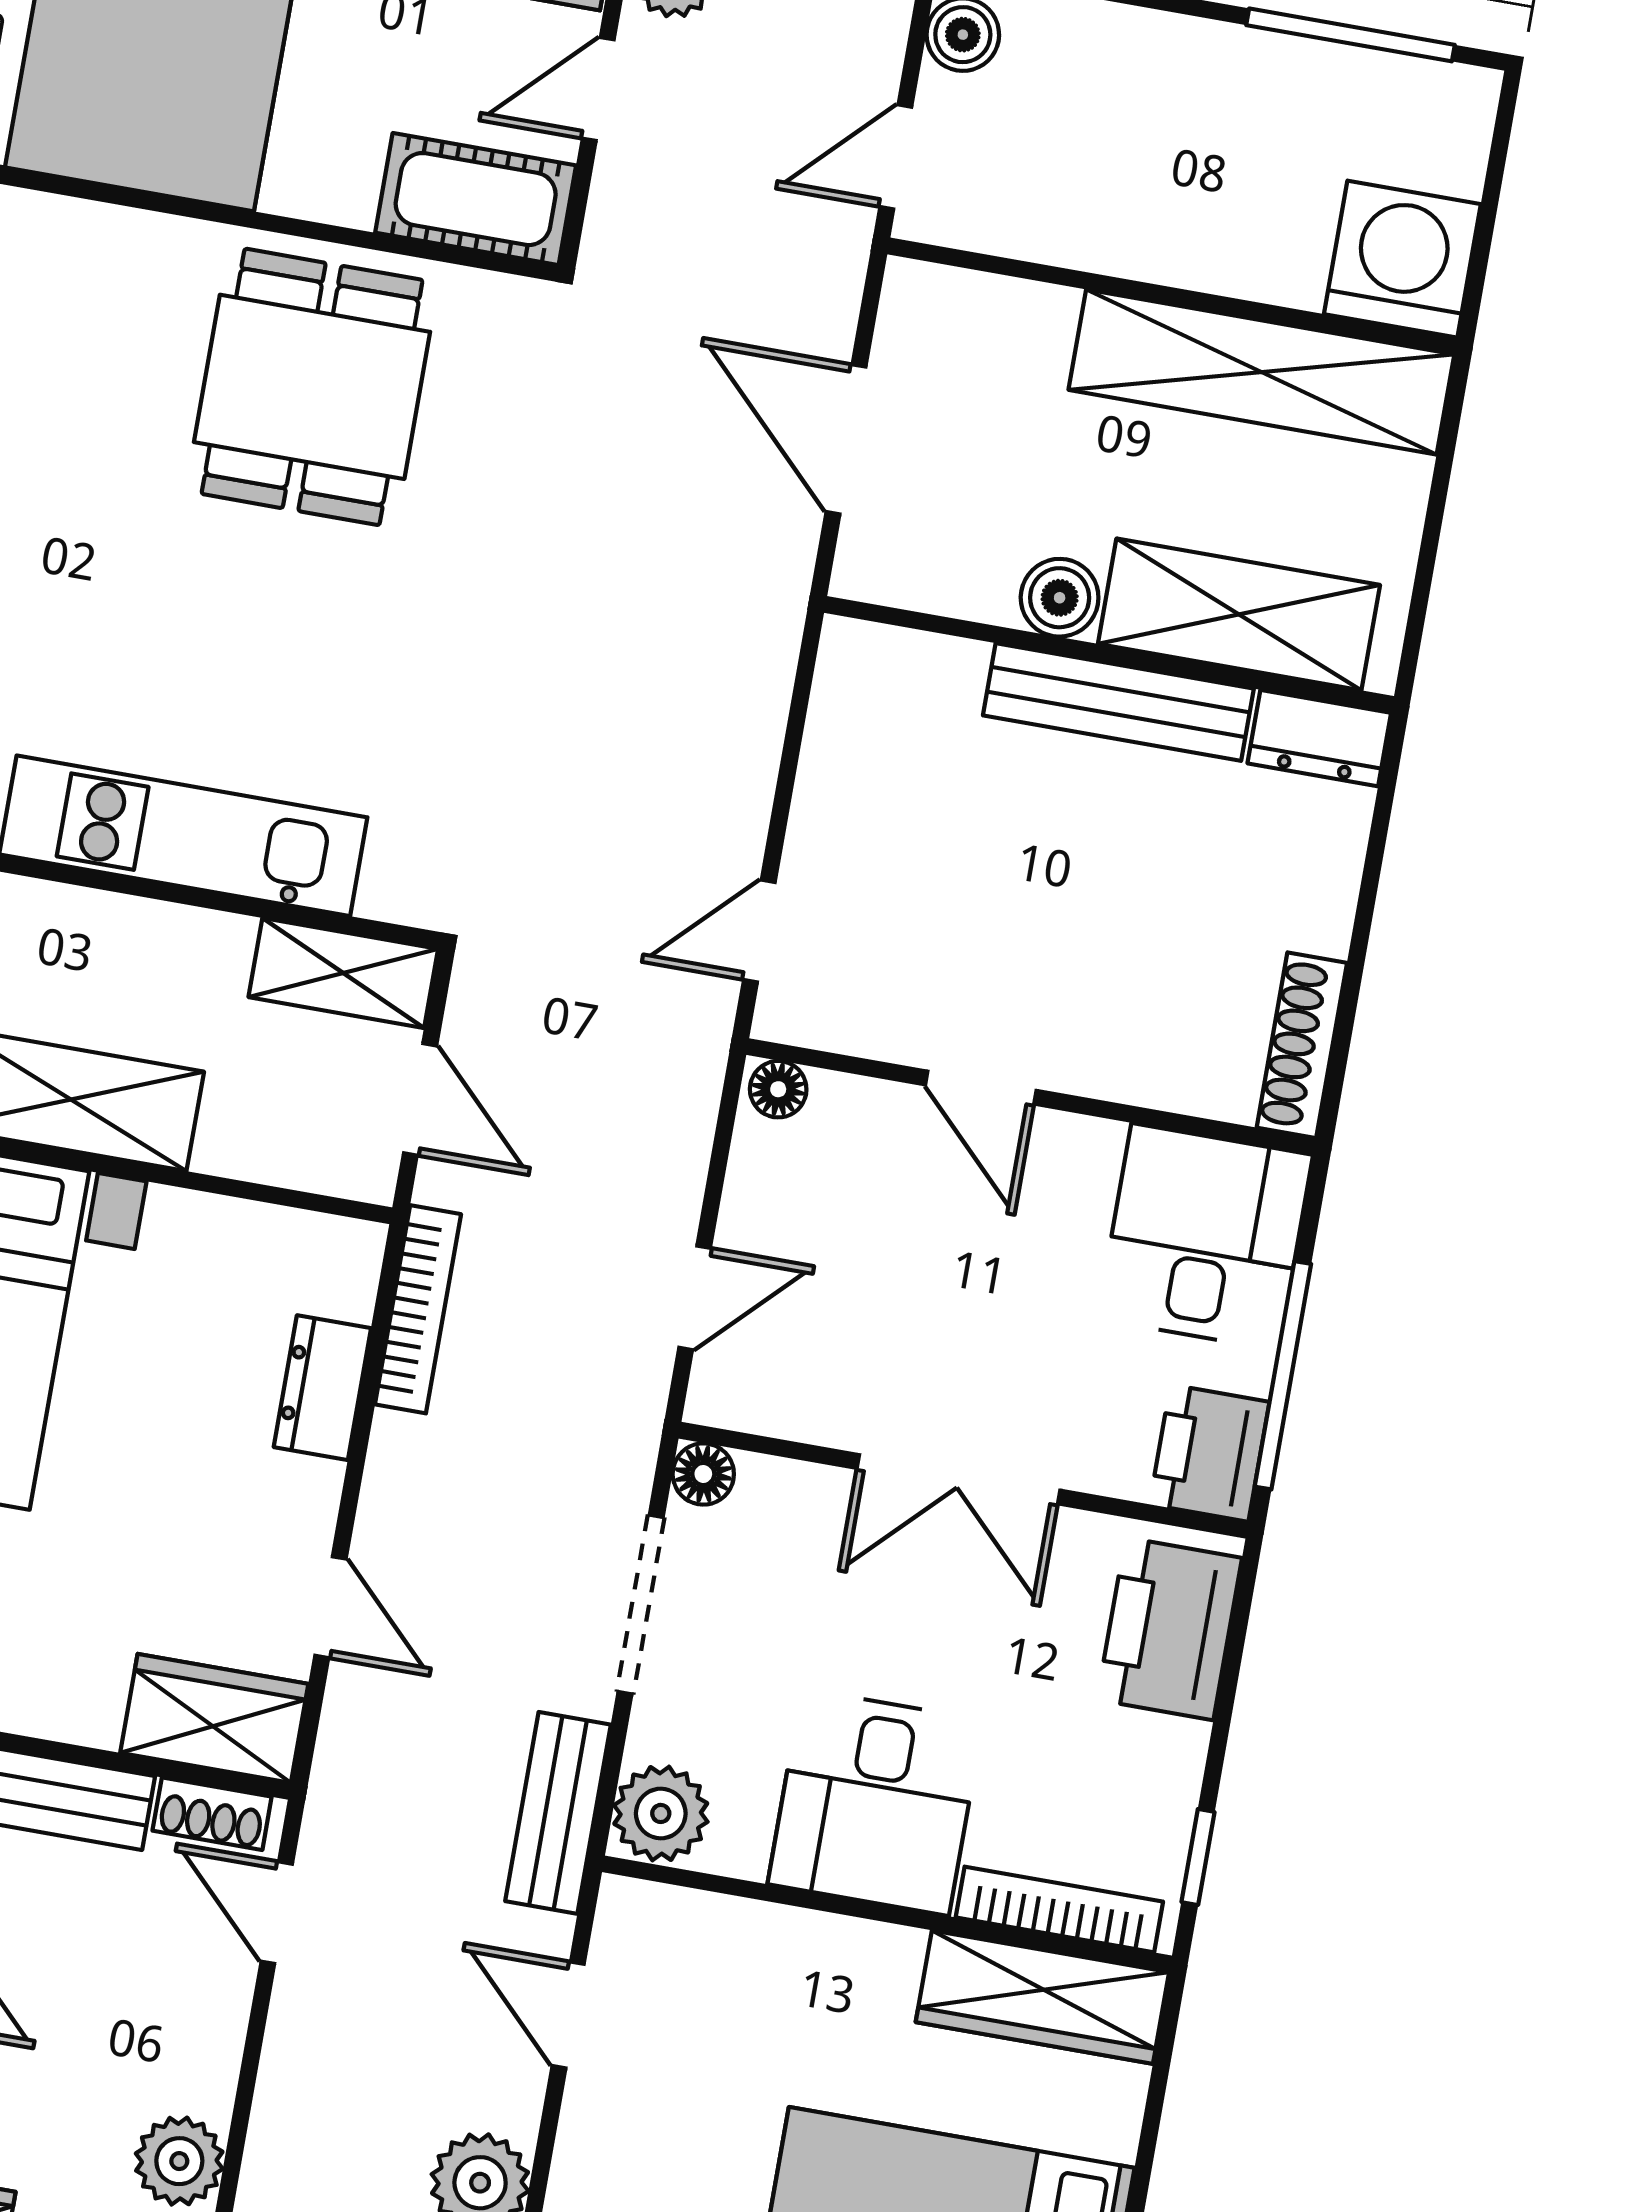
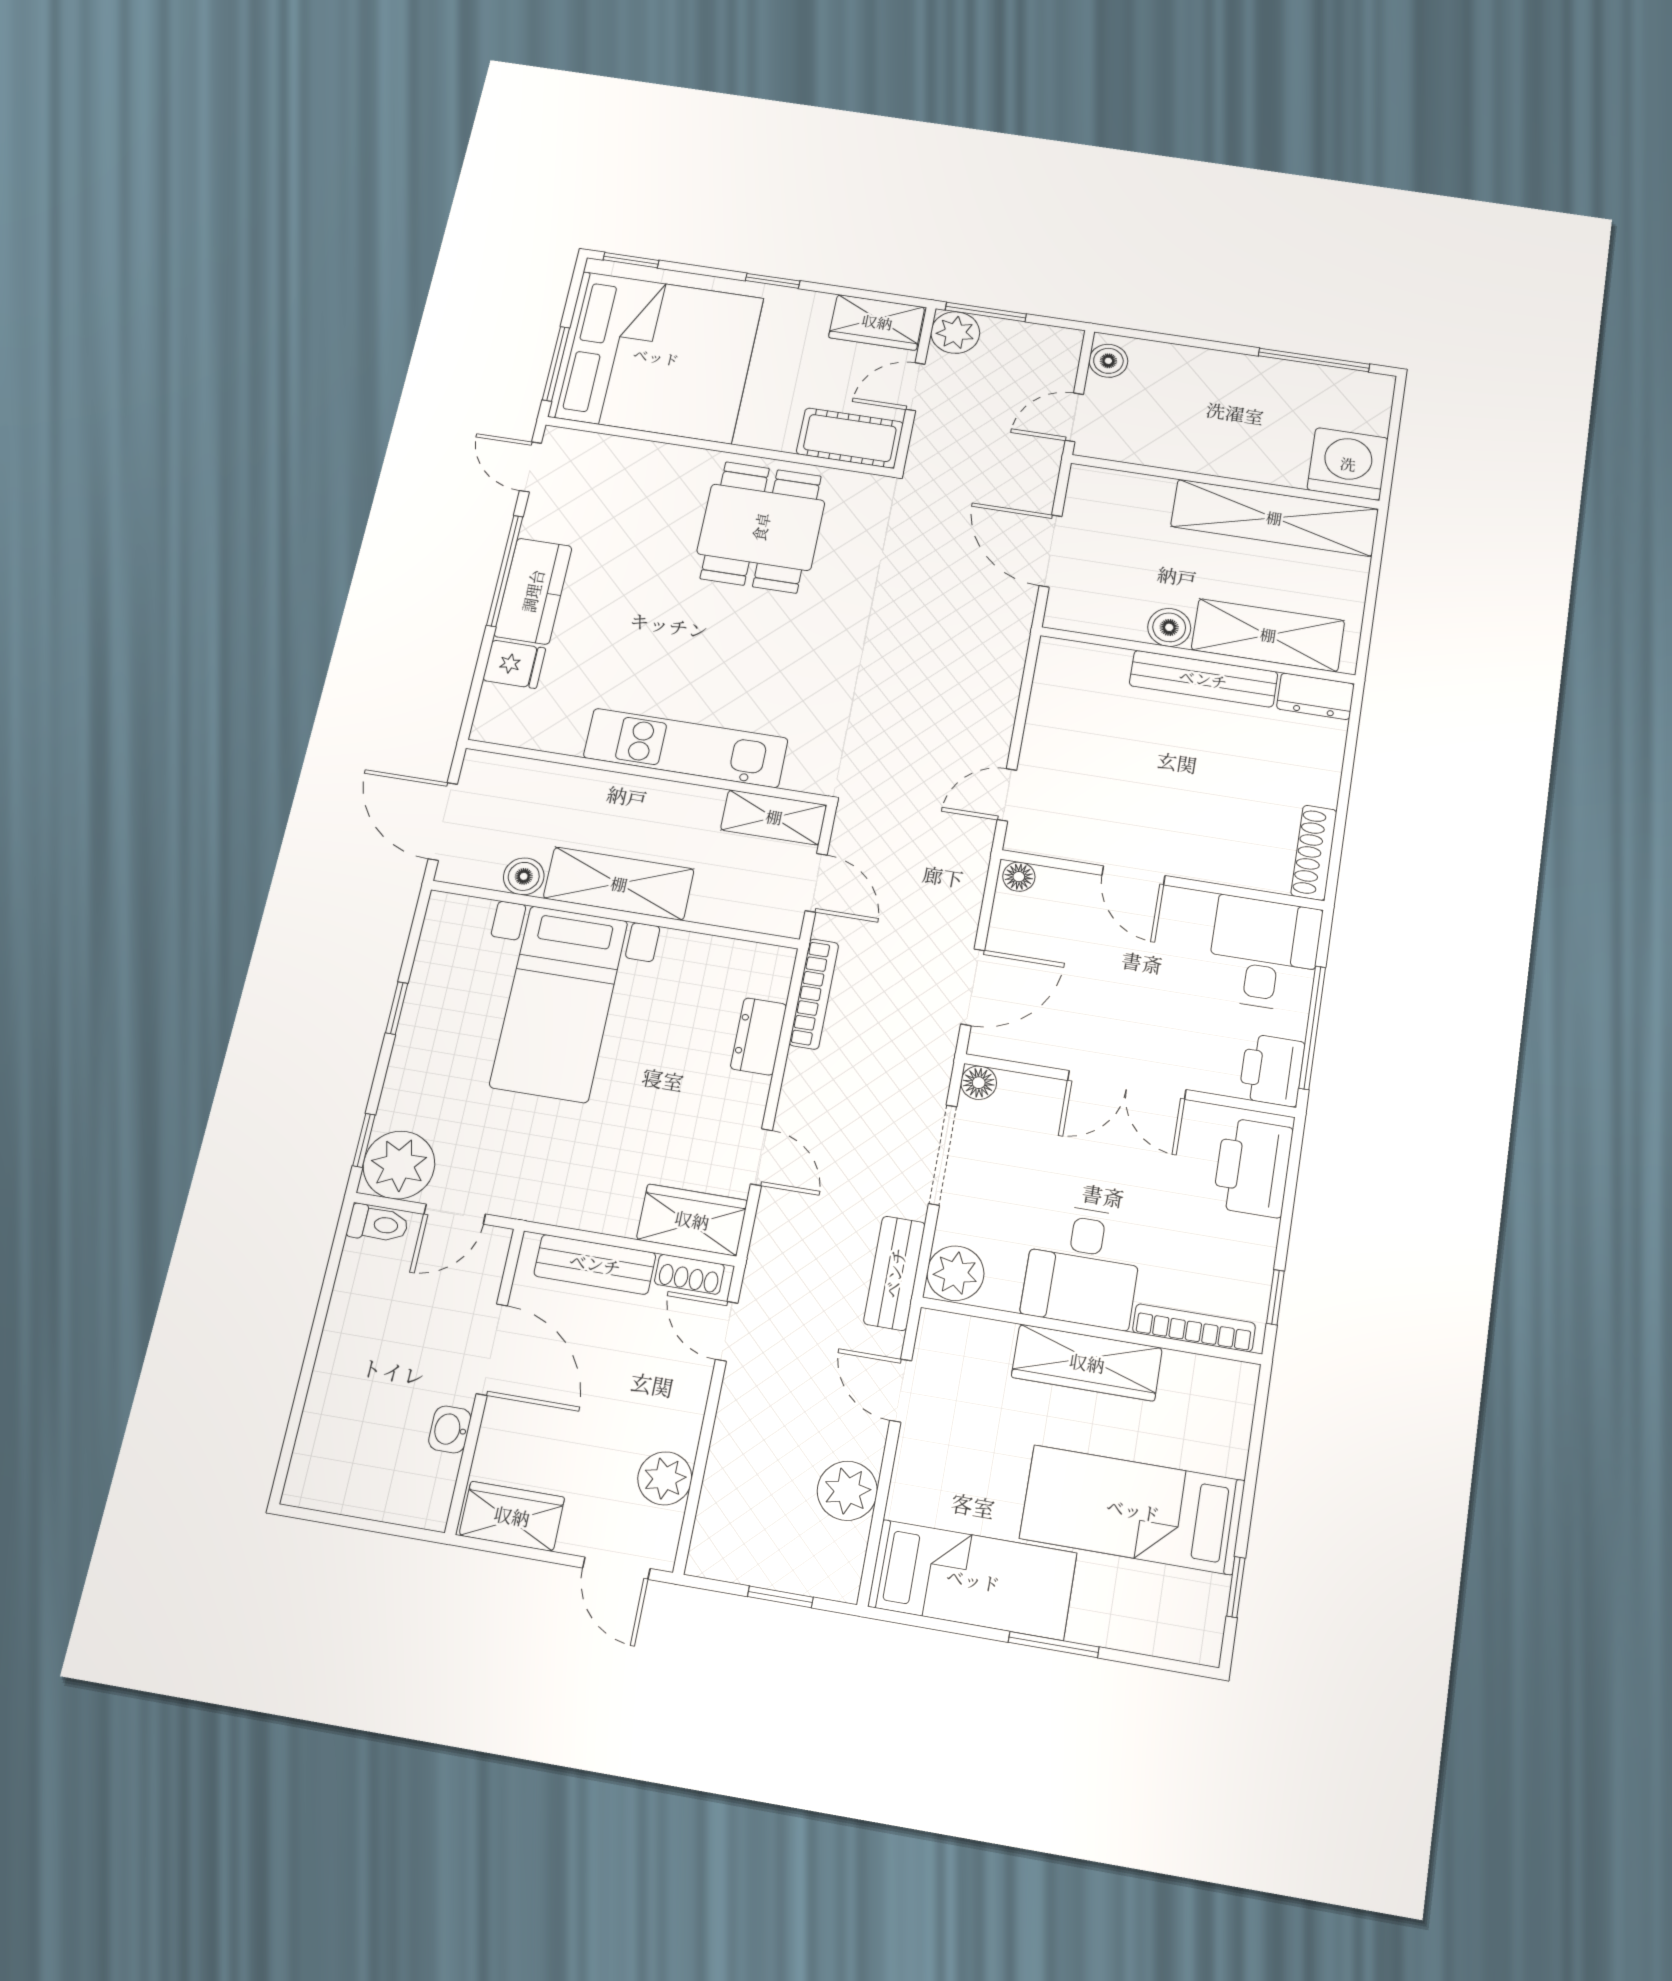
door: (695, 1298) -> (973, 987), width x1.37
wardrobe: (1042, 1997) -> (1087, 1363), moved

